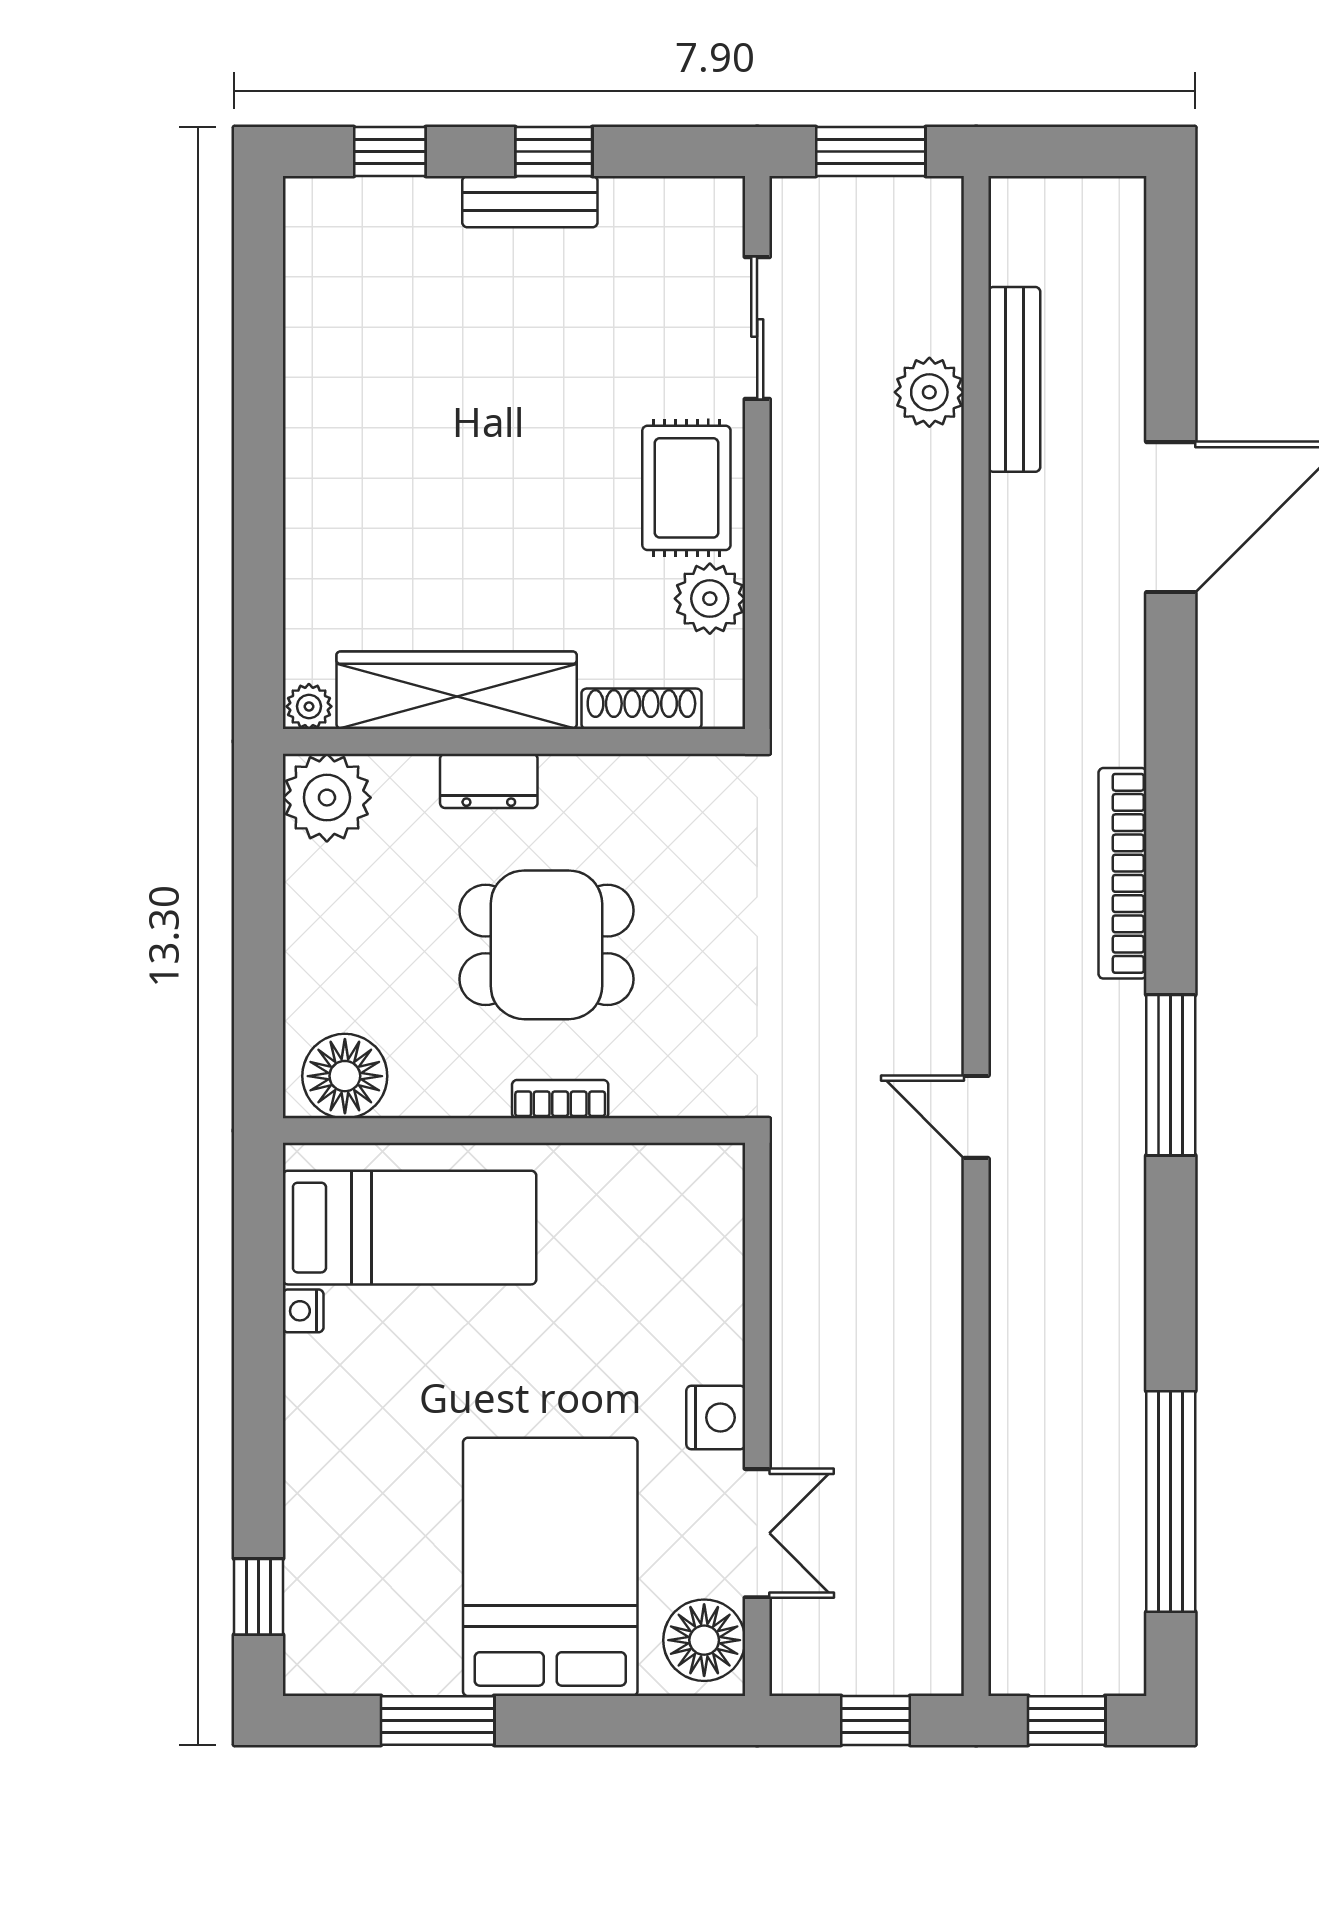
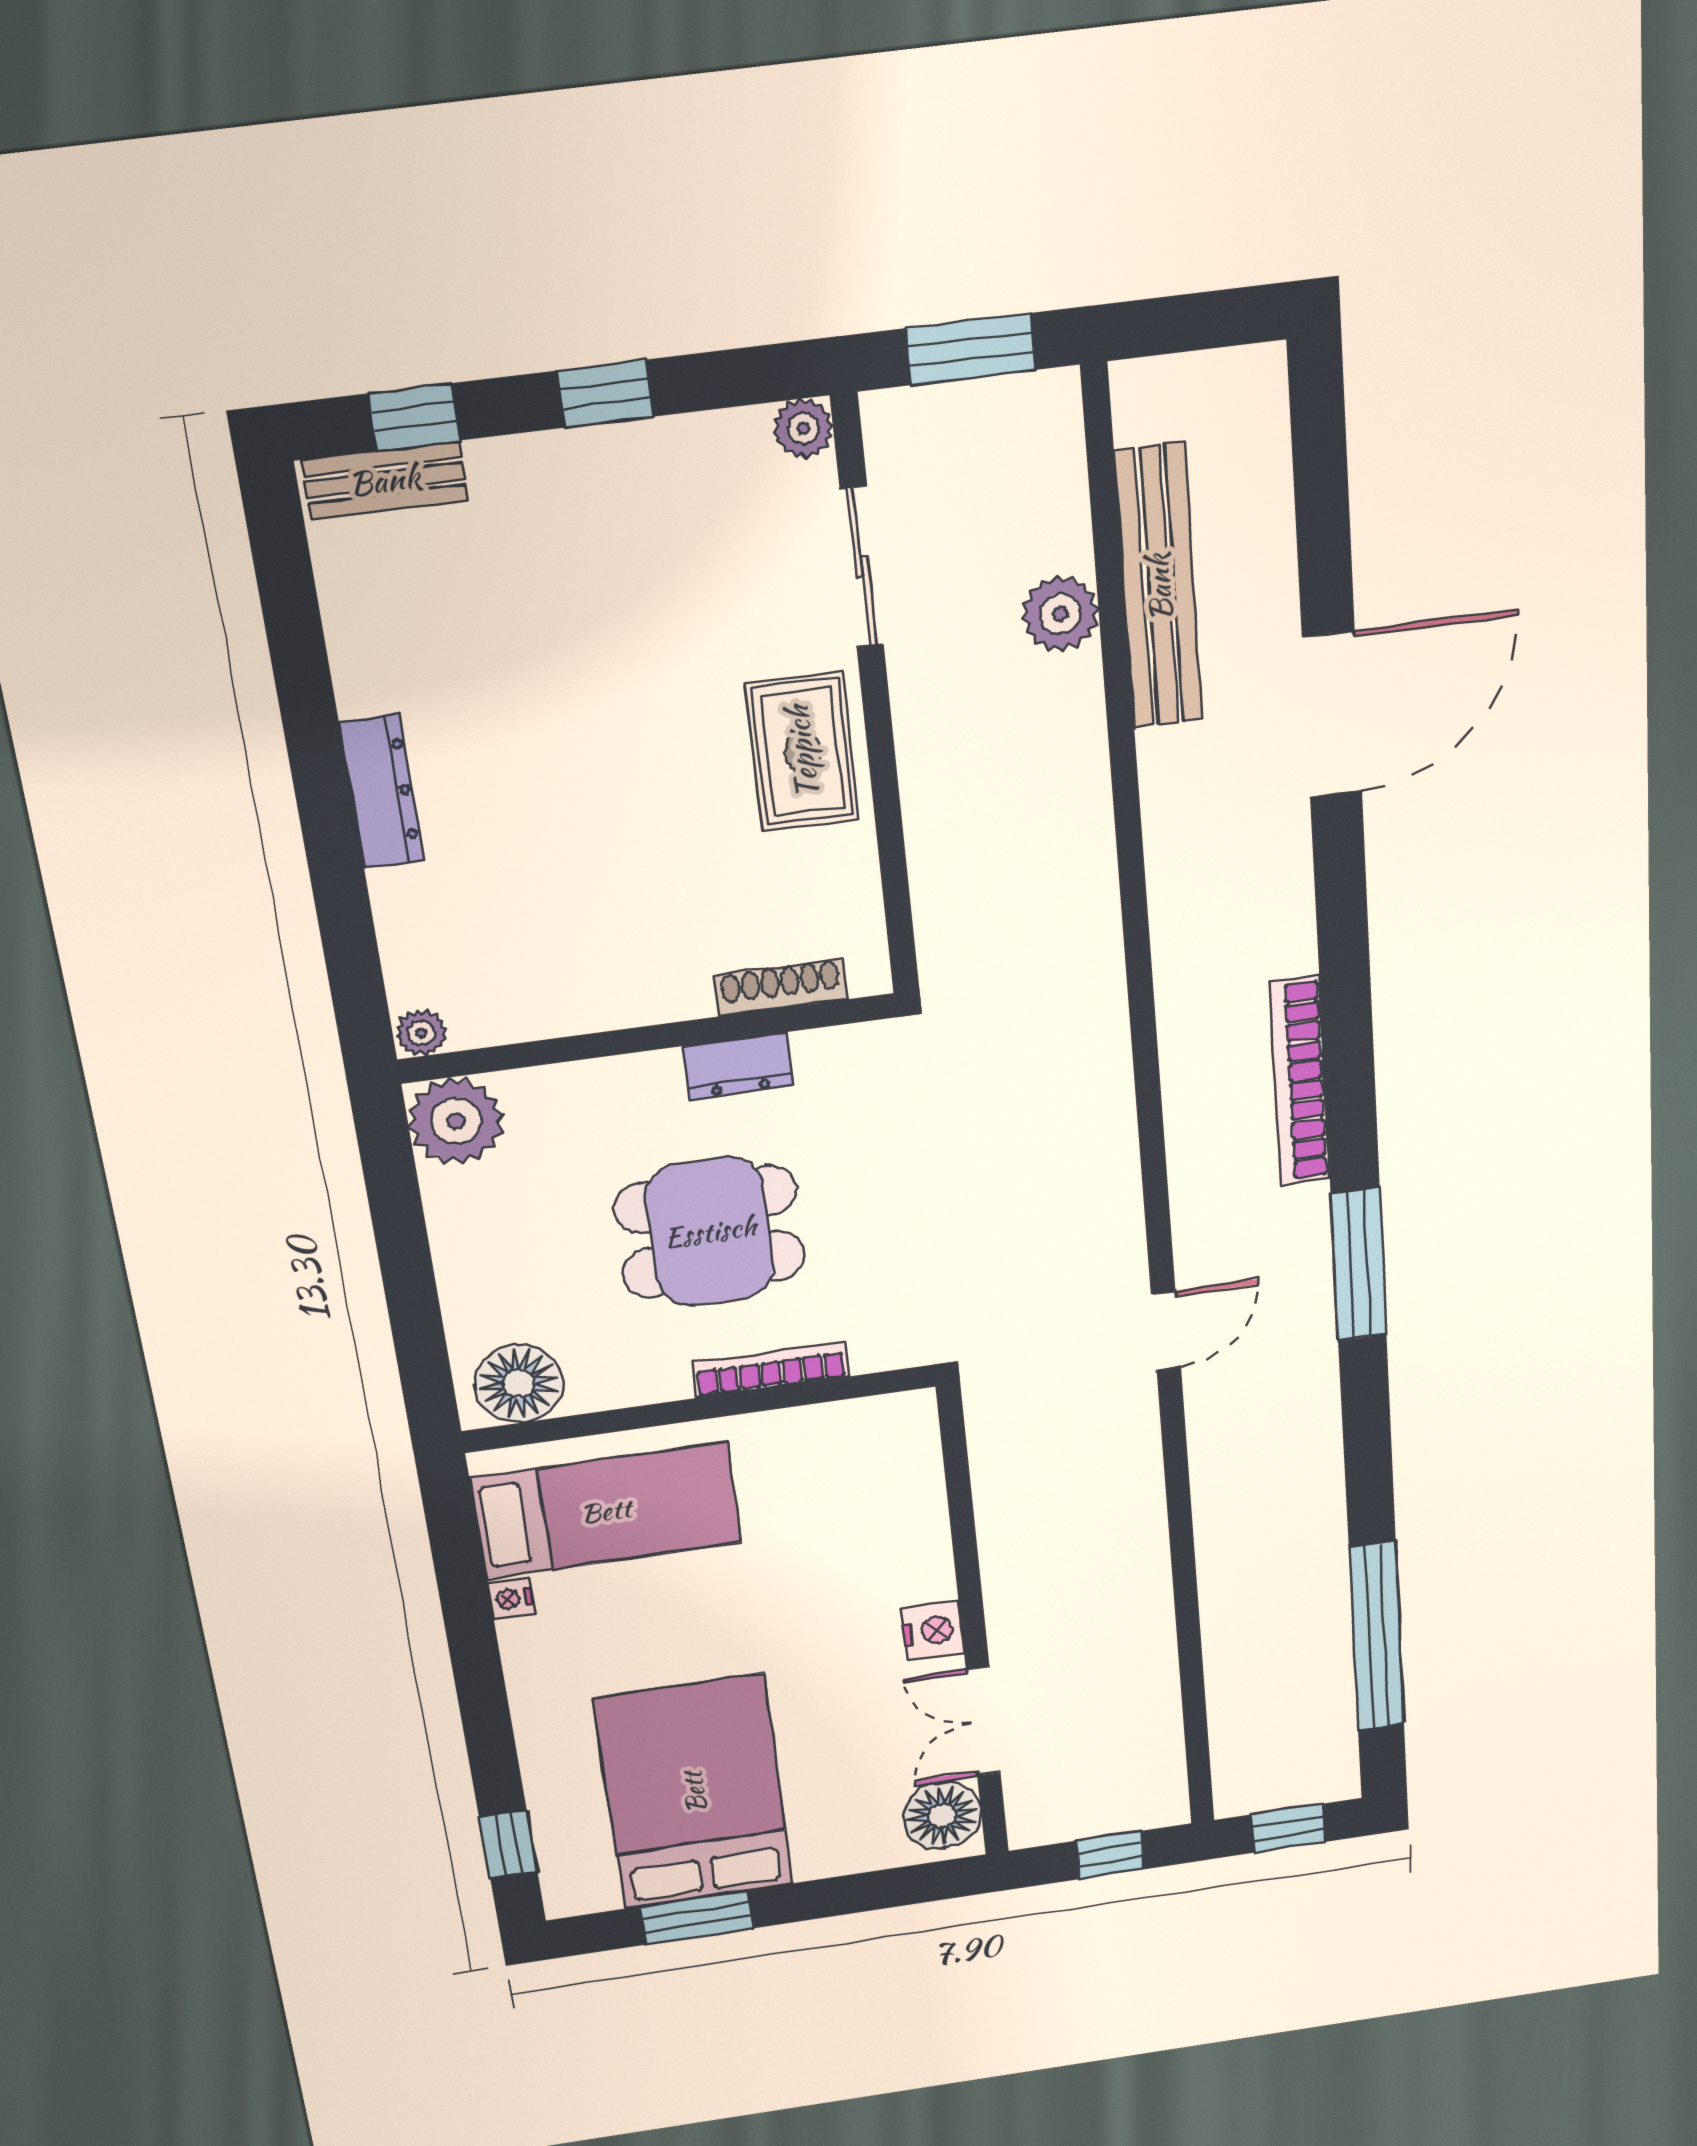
bench: (530, 202) -> (385, 480), moved
bench: (1014, 379) -> (1159, 587), width x1.37, depth x1.21
dresser: (310, 475) -> (381, 792), added
plant: (710, 599) -> (803, 429), moved, width x0.73, depth x0.73
wardrobe: (457, 690) -> (579, 995), removed
dresser: (489, 781) -> (738, 1066), moved
bookcase: (560, 1099) -> (771, 1370), width x1.56
door: (976, 1117) -> (1166, 1330), swing flipped
double door: (757, 1533) -> (983, 1721), swing flipped
bed: (550, 1567) -> (694, 1792), moved

